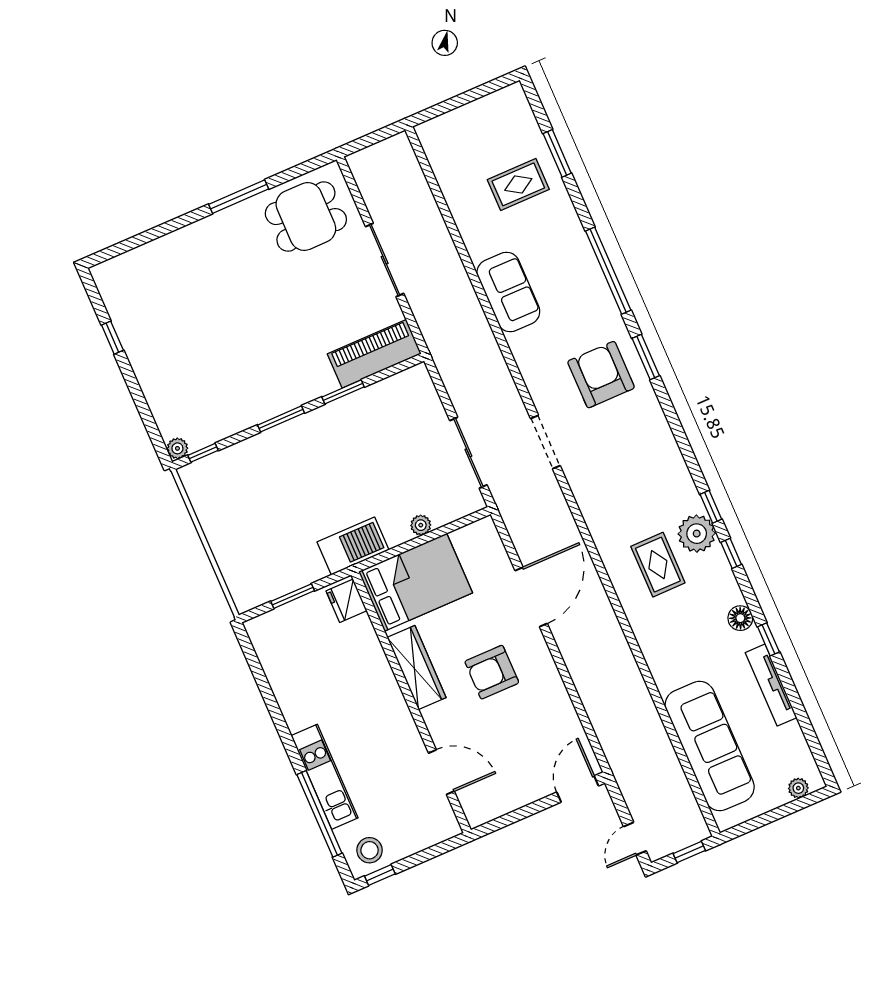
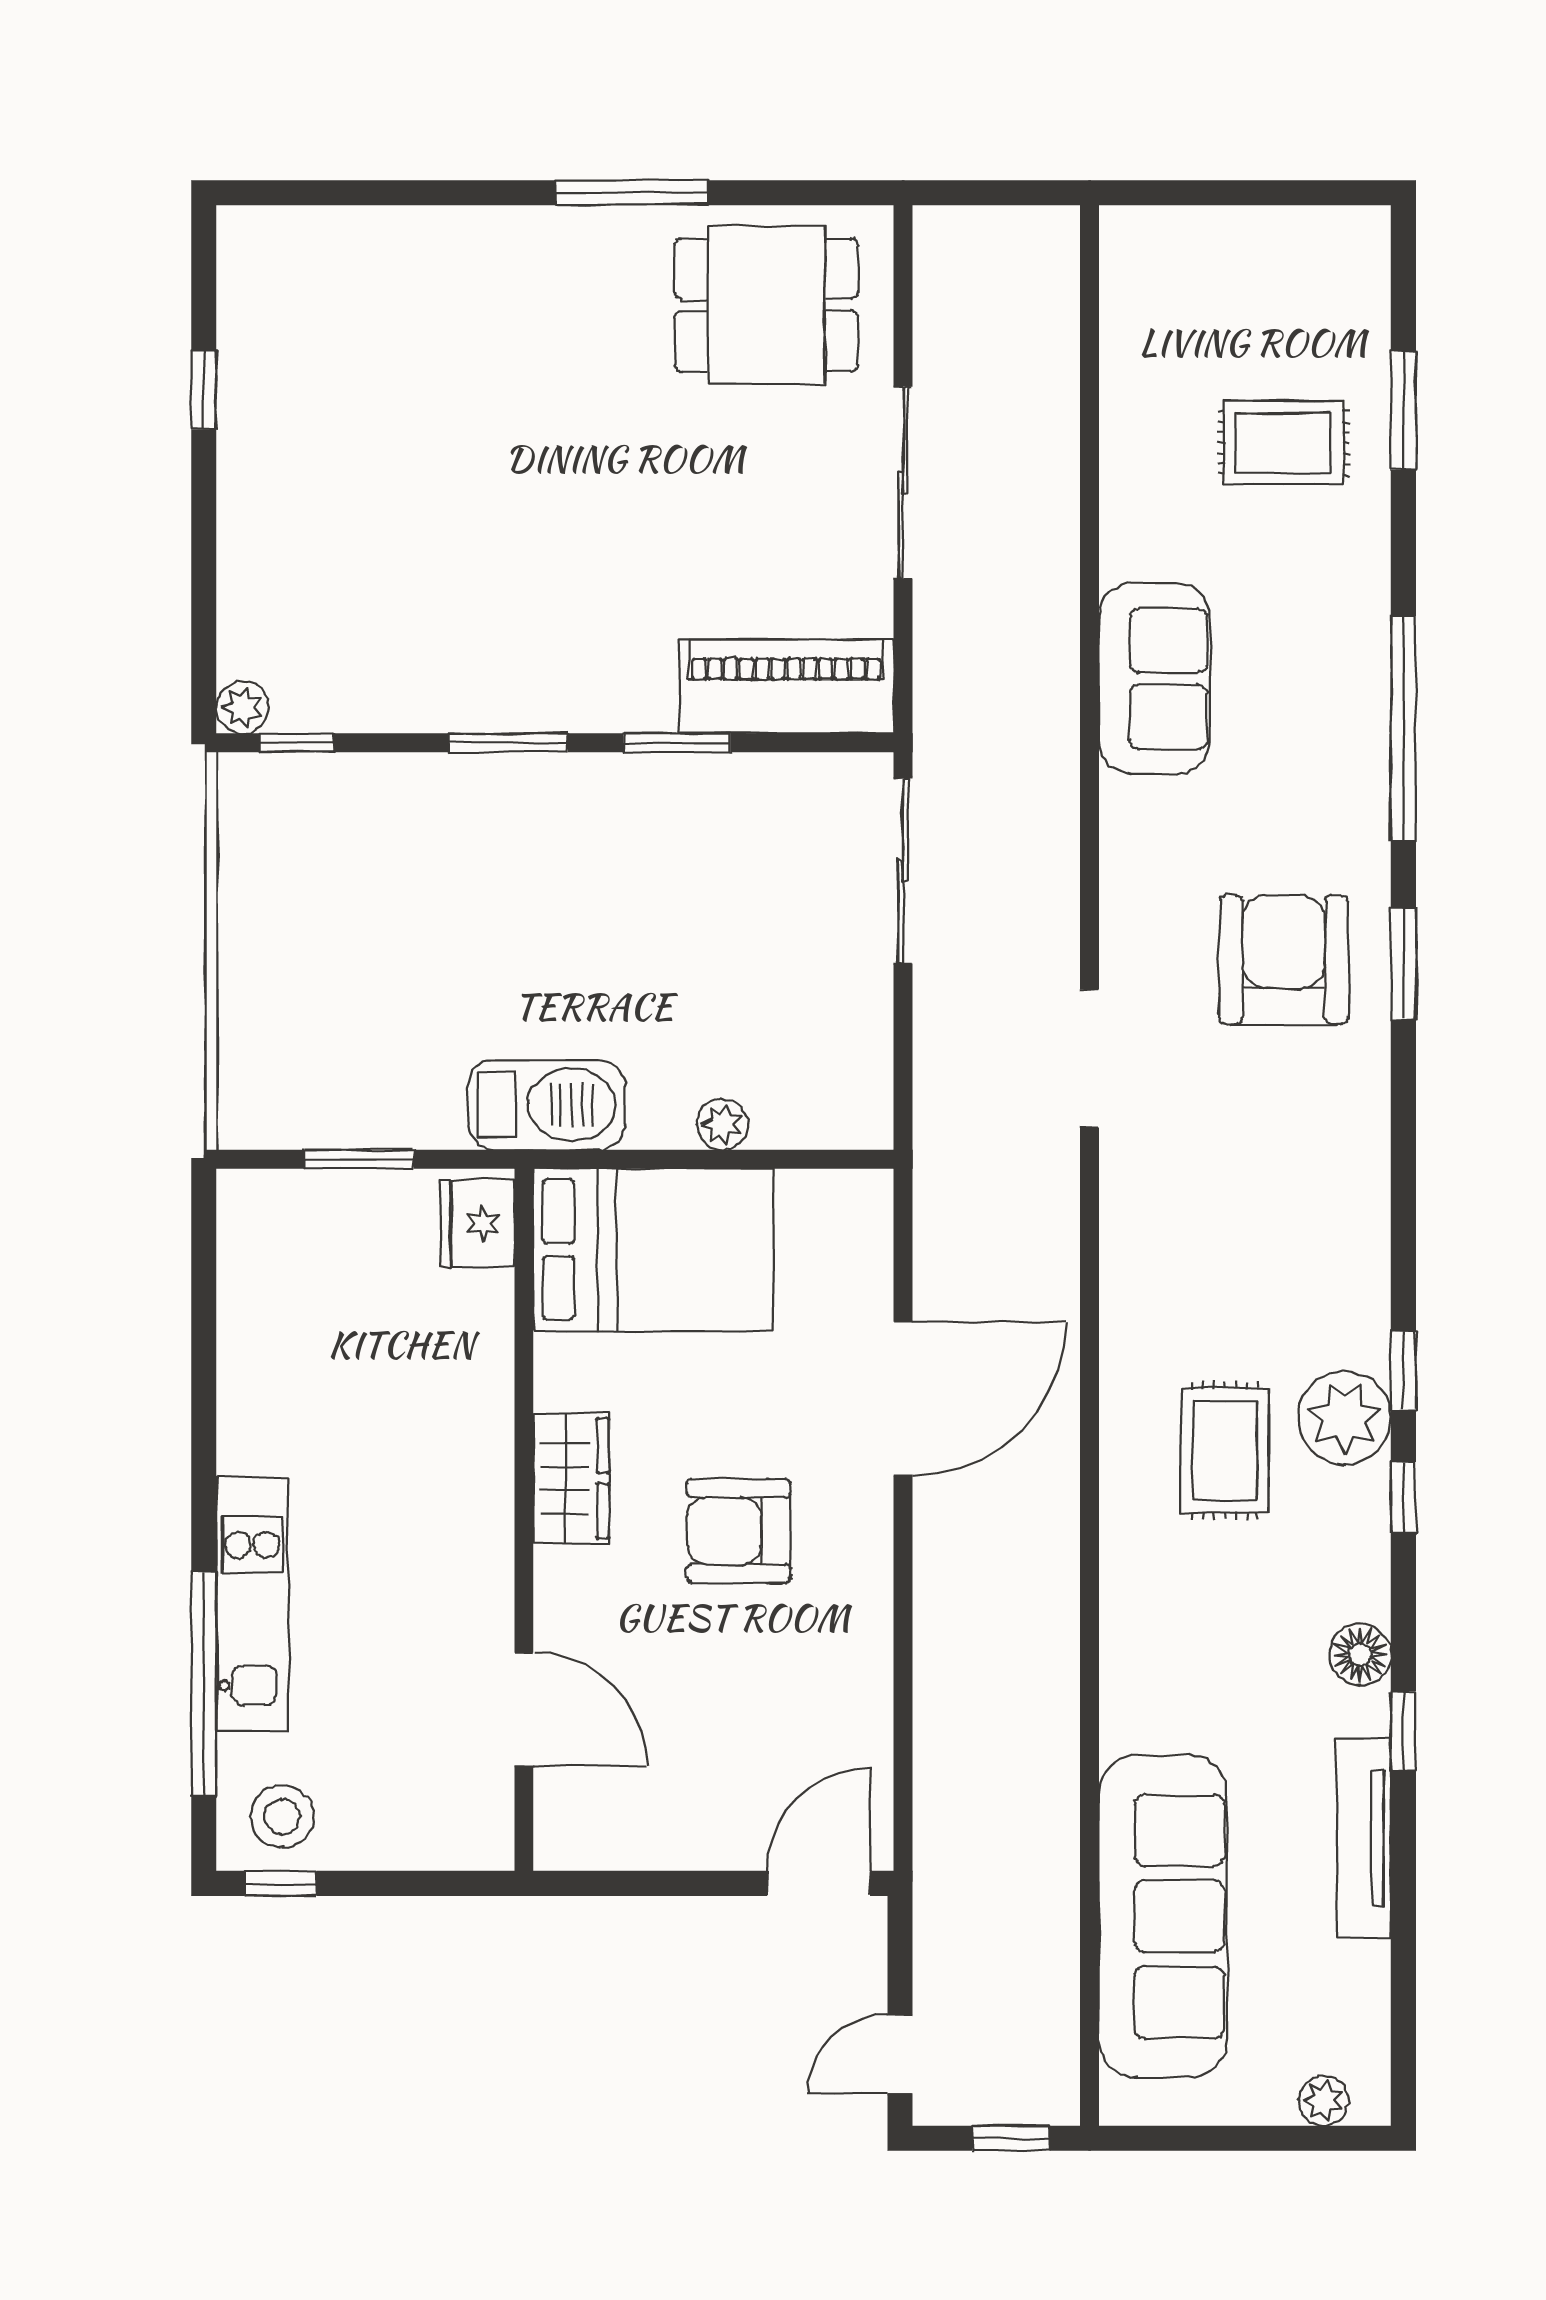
sliding door: (468, 453) -> (903, 871), moved
wardrobe: (417, 667) -> (571, 1478), width x0.67

